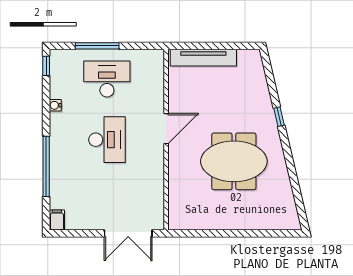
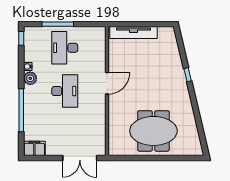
desk: (107, 79) -> (65, 48), turned -90
plant: (59, 122) -> (30, 78), added
meeting table: (234, 161) -> (153, 131), moved
filing cabinet: (57, 220) -> (34, 148), width x2.00

